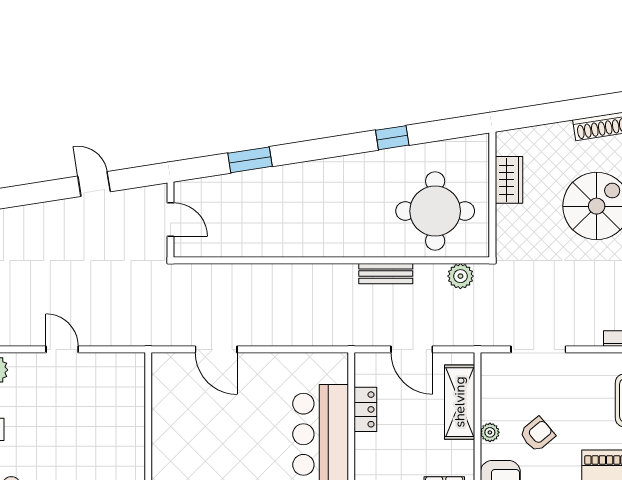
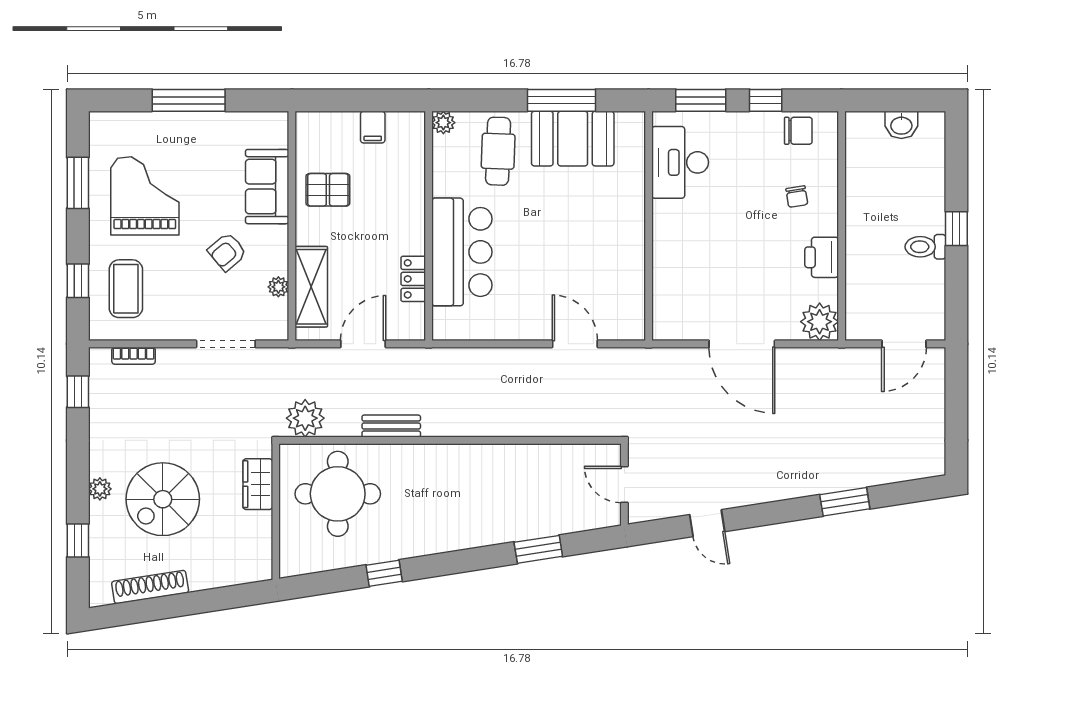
wardrobe: (509, 180) -> (258, 484), moved
plant: (460, 276) -> (305, 418), width x1.36, depth x1.36
door: (62, 349) -> (742, 344), width x1.88
door: (412, 349) -> (363, 344), hinge flipped
plant: (490, 432) -> (278, 287), moved

